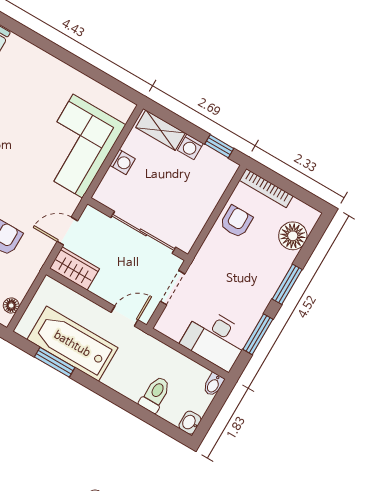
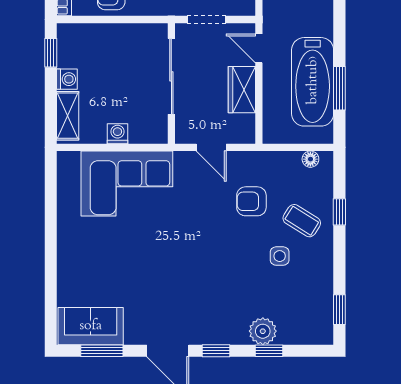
wardrobe: (75, 268) -> (242, 90), moved

